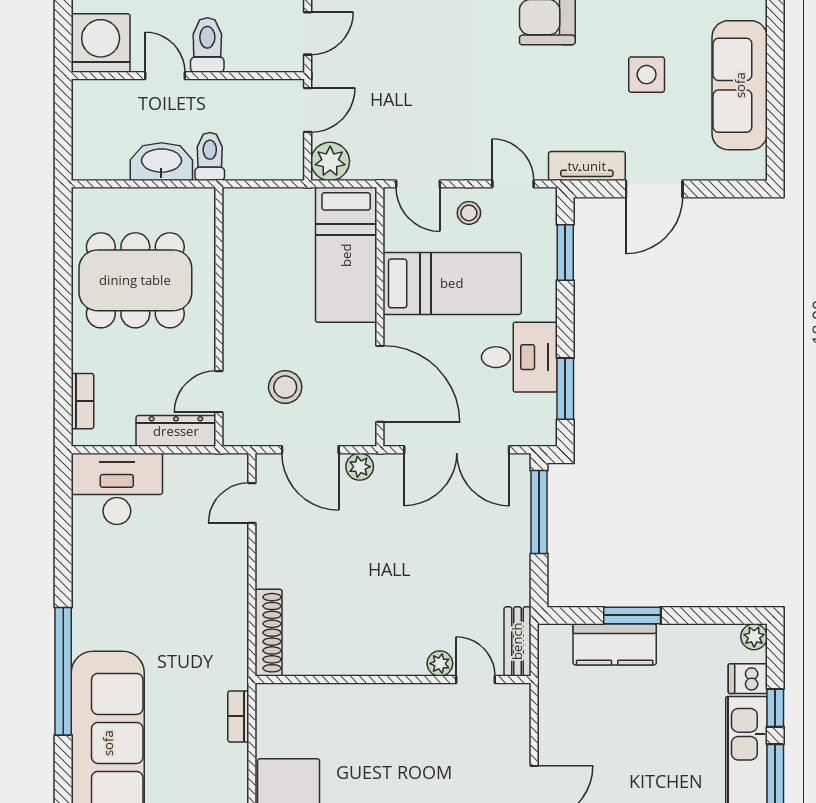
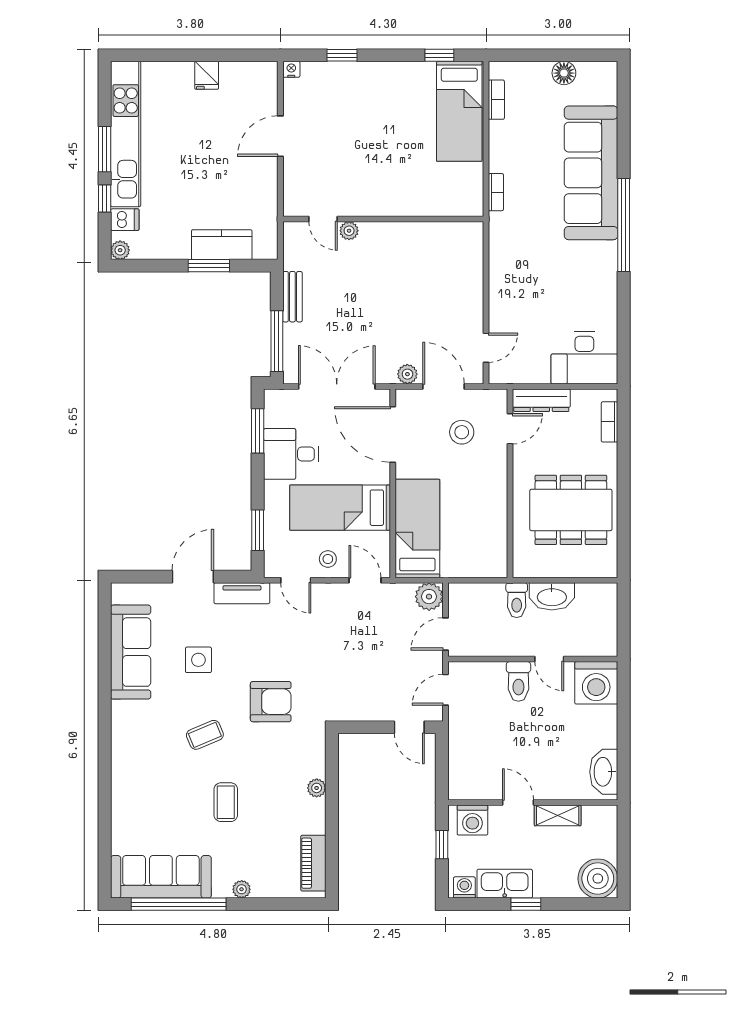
shoe rack: (269, 633) -> (474, 253), removed
bench: (517, 641) -> (292, 297), moved

